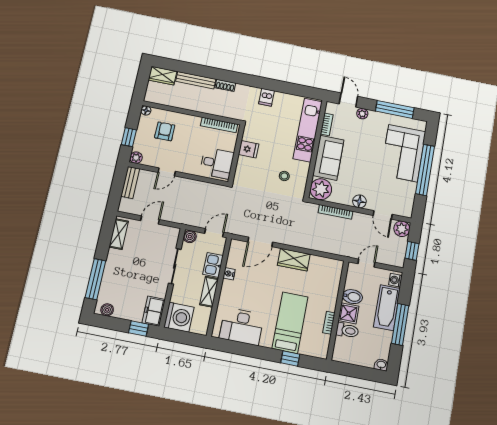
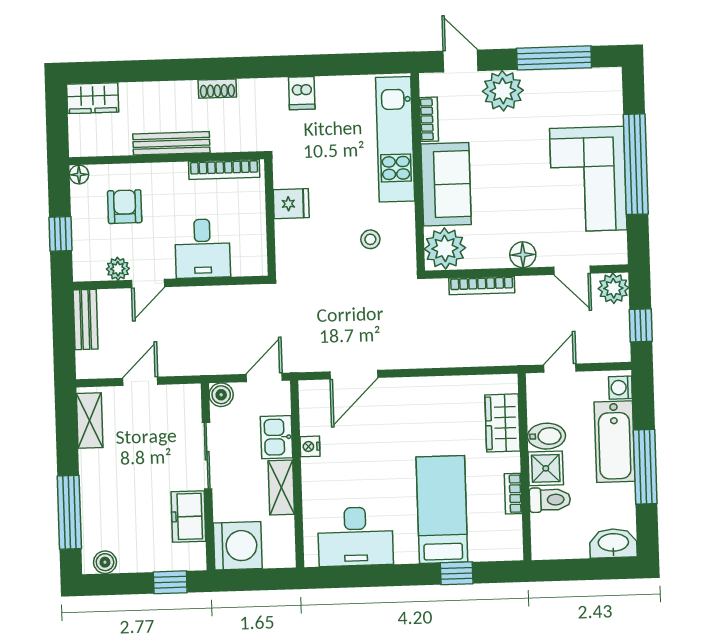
bench: (196, 80) -> (171, 143), moved
plant: (362, 114) -> (503, 91), width x1.87, depth x1.87
corner sofa: (403, 153) -> (588, 179), moved
plant: (136, 158) -> (118, 269), moved
desk: (217, 163) -> (203, 248), moved, turned 90
wardrobe: (294, 260) -> (503, 423), moved, turned 90
freezer: (154, 311) -> (188, 516), moved
washbasin: (381, 365) -> (613, 543), width x1.91, depth x1.45

